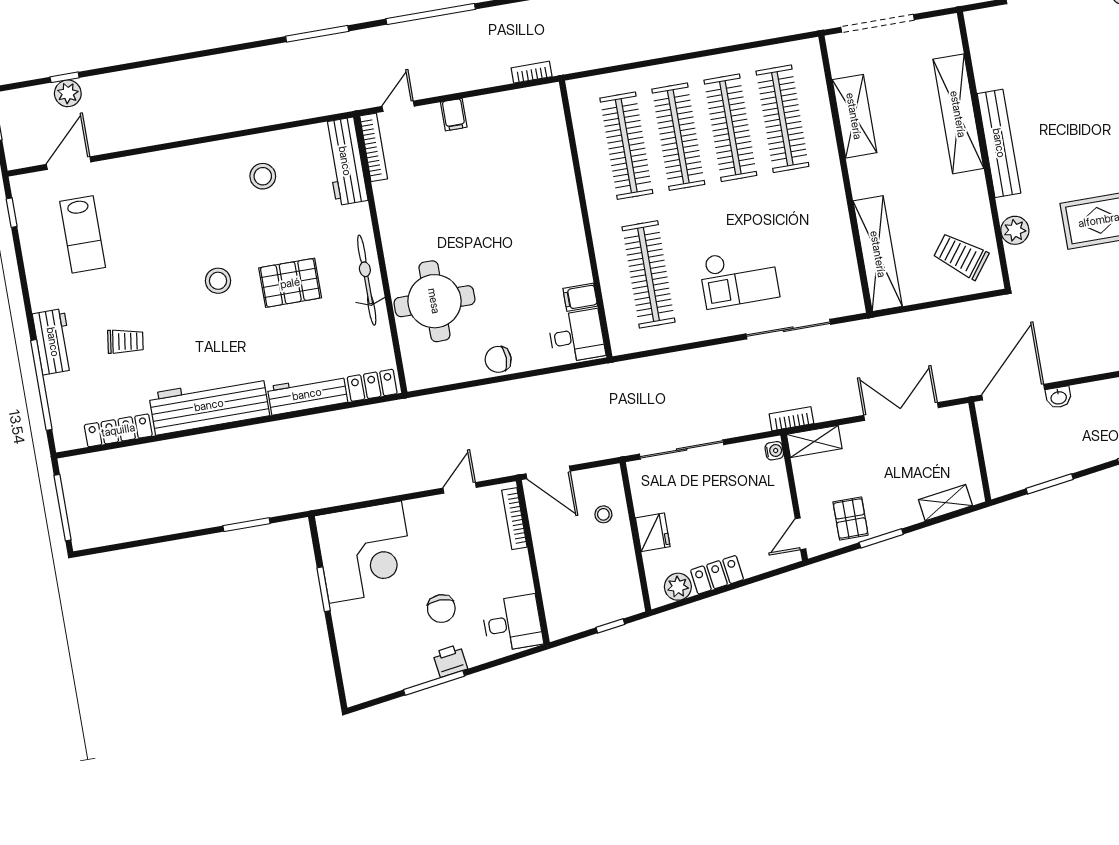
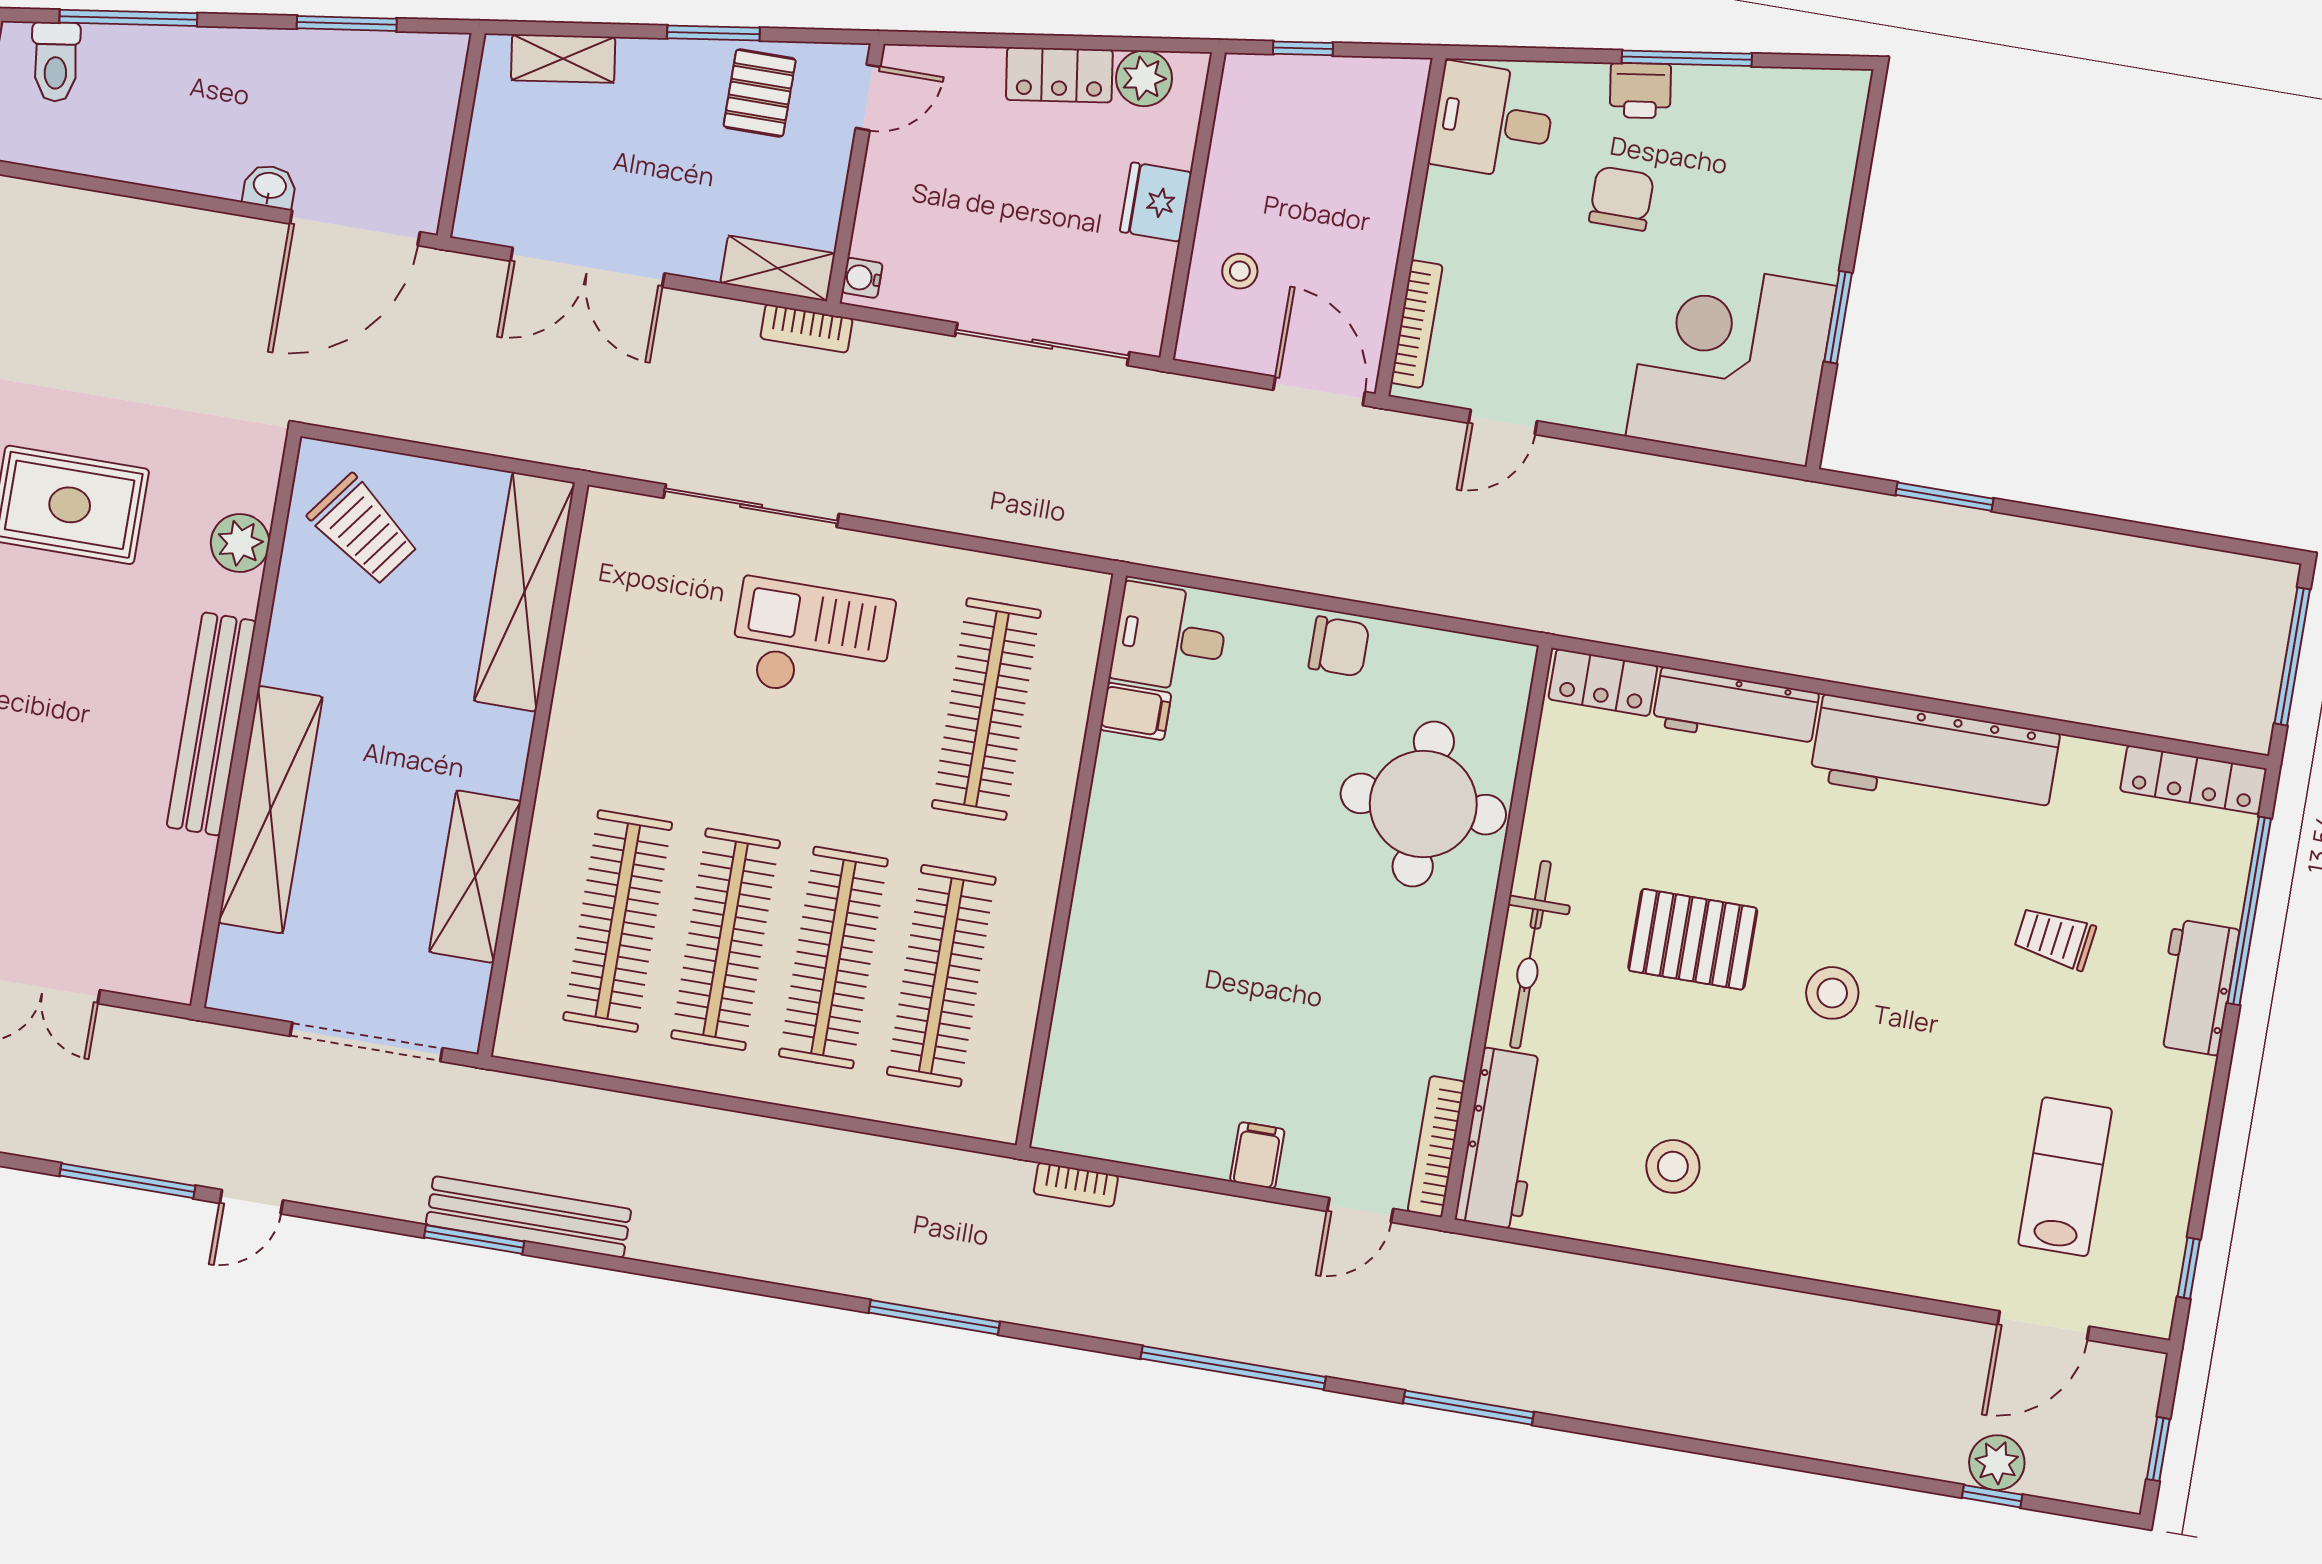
bicycle: (367, 280) -> (1531, 955), moved
locker: (118, 430) -> (2193, 780), moved

